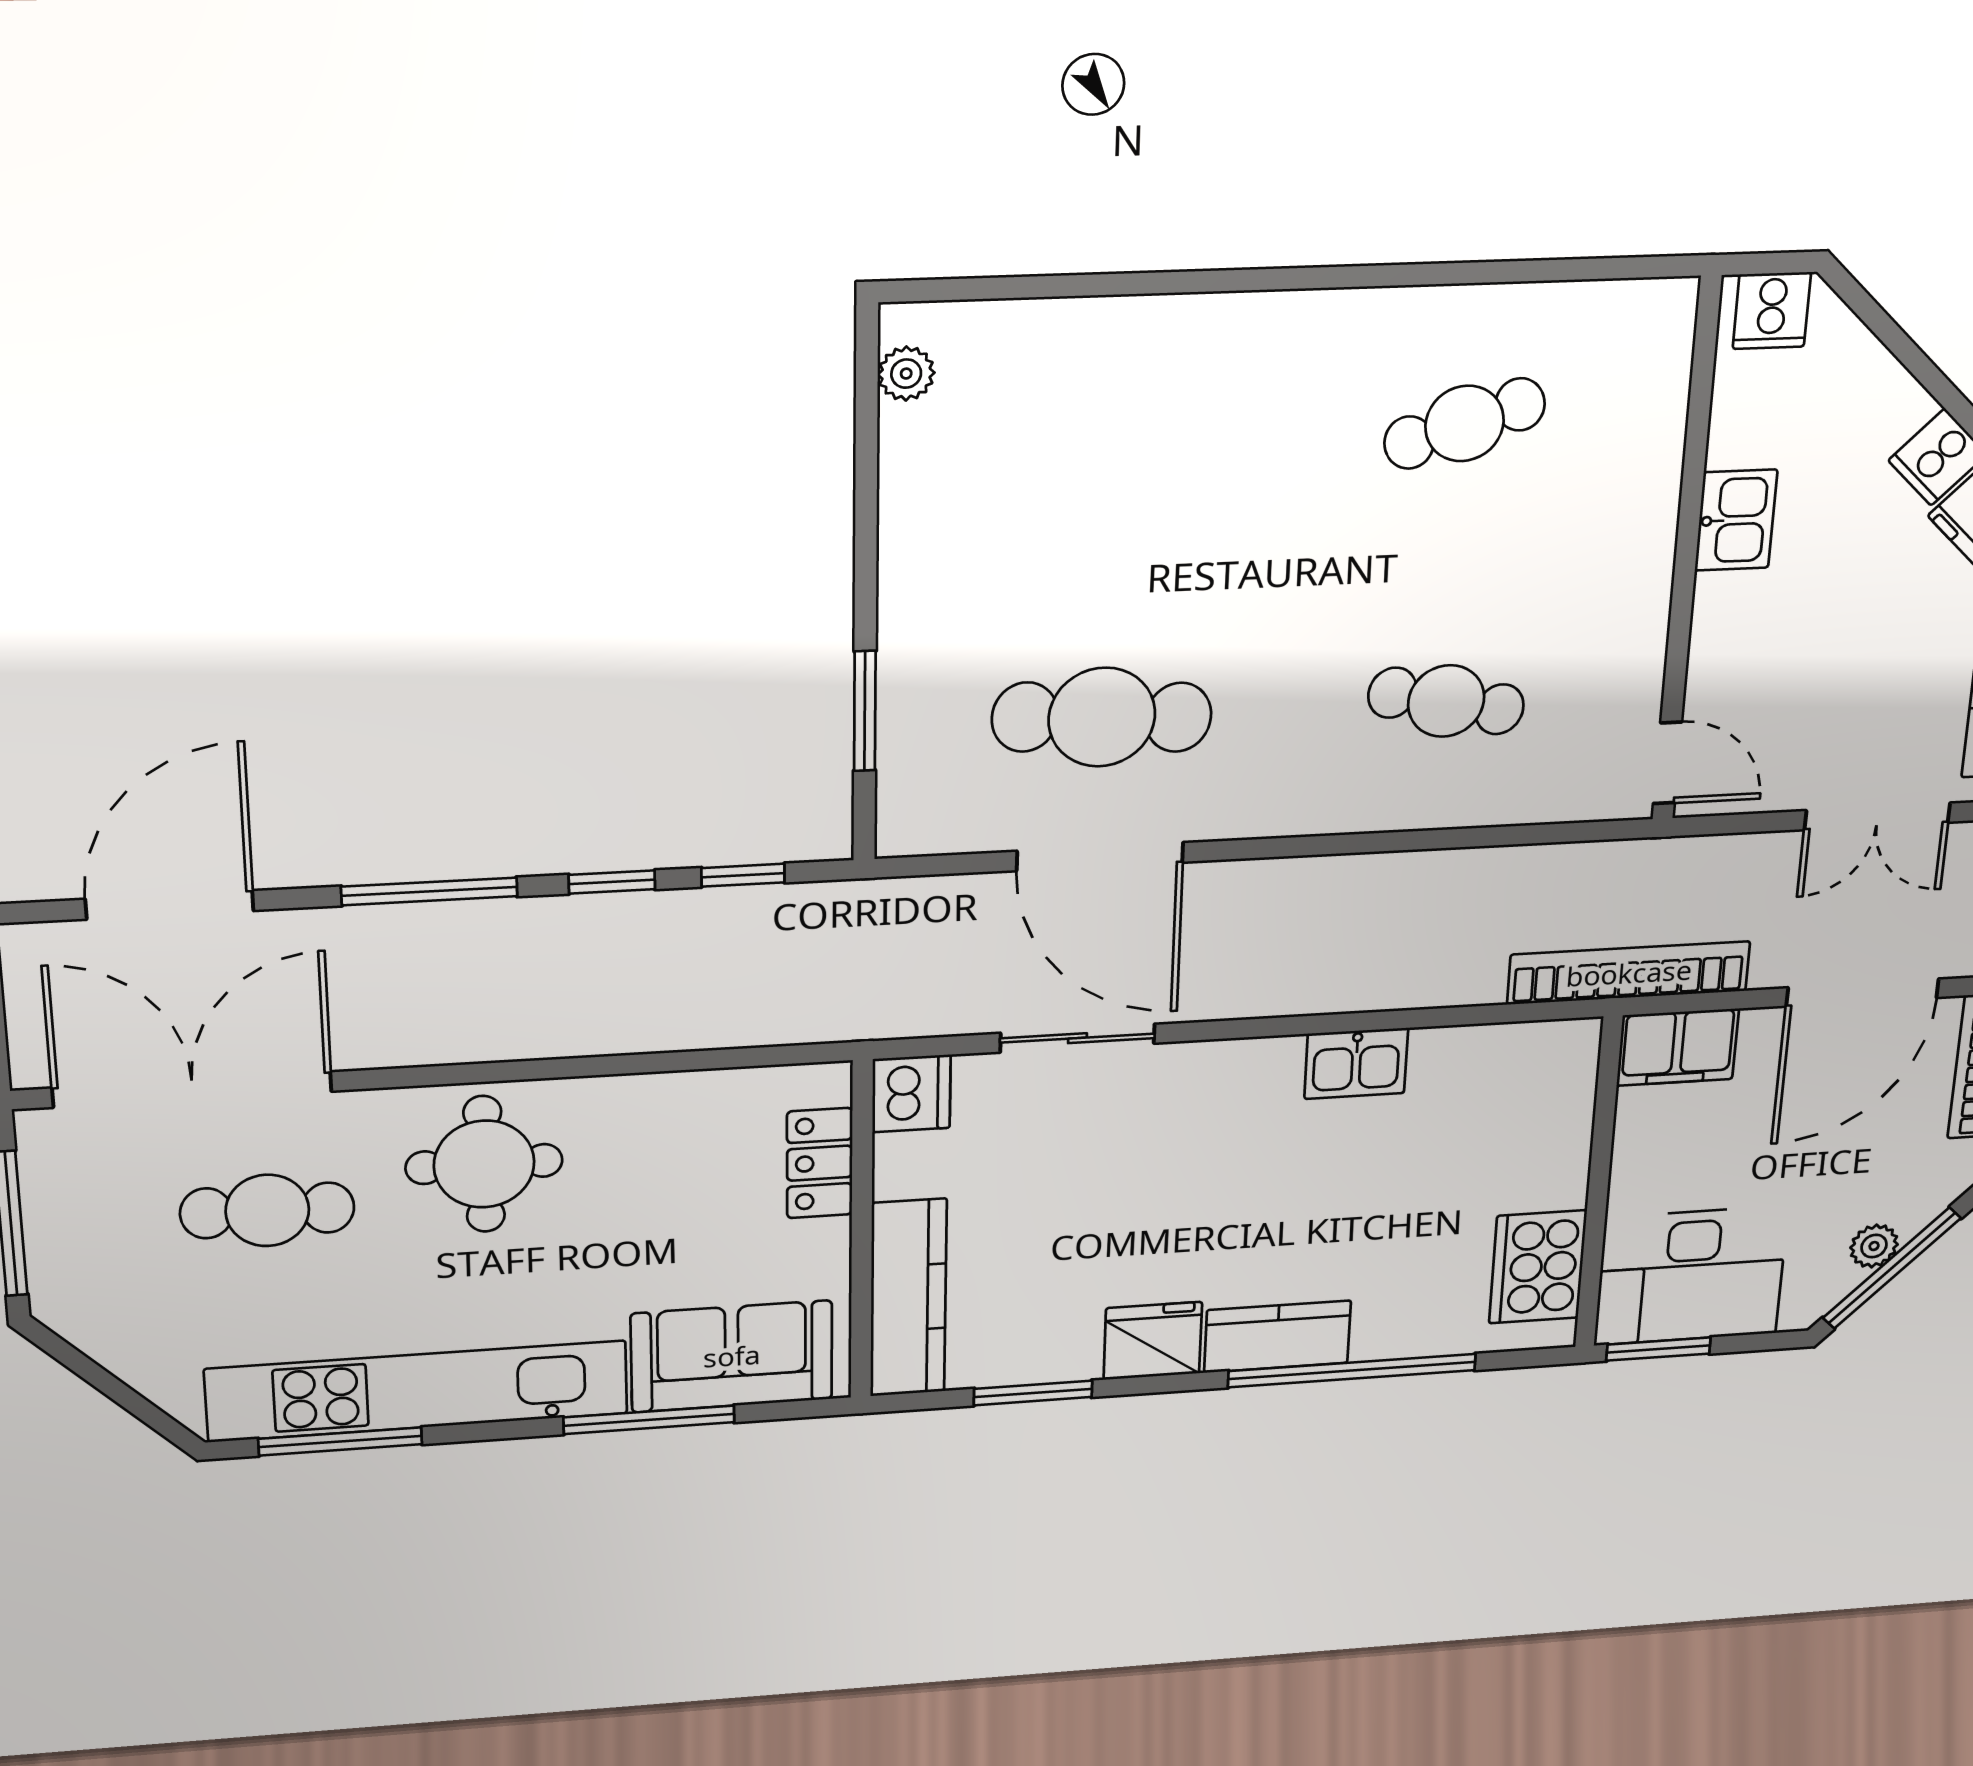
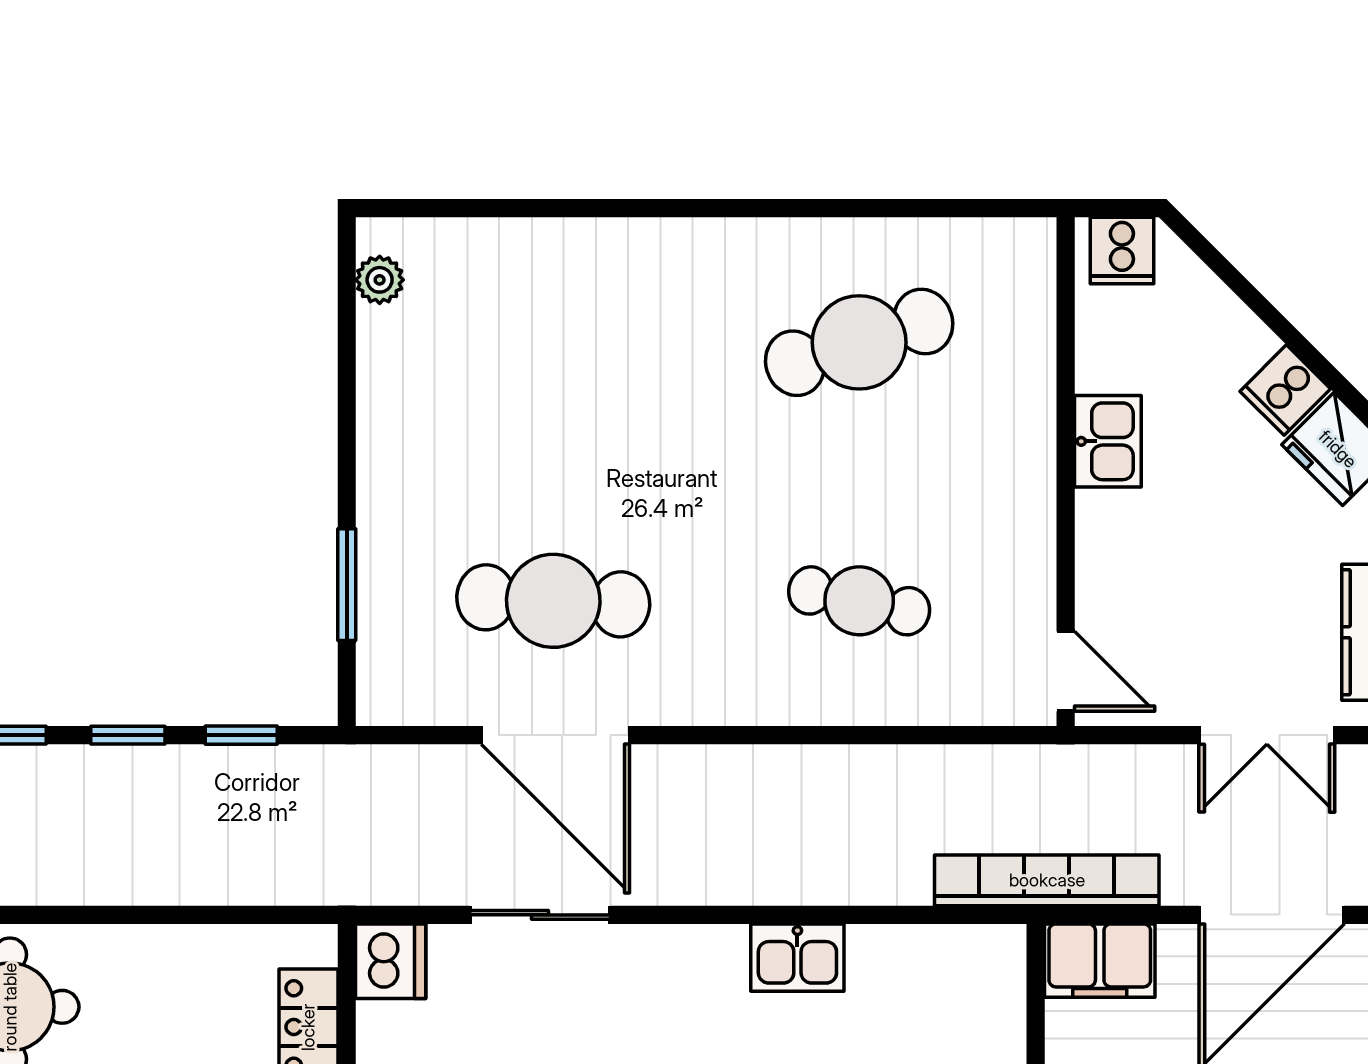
cafe table: (1465, 423) -> (859, 342), width x1.37, depth x1.35

